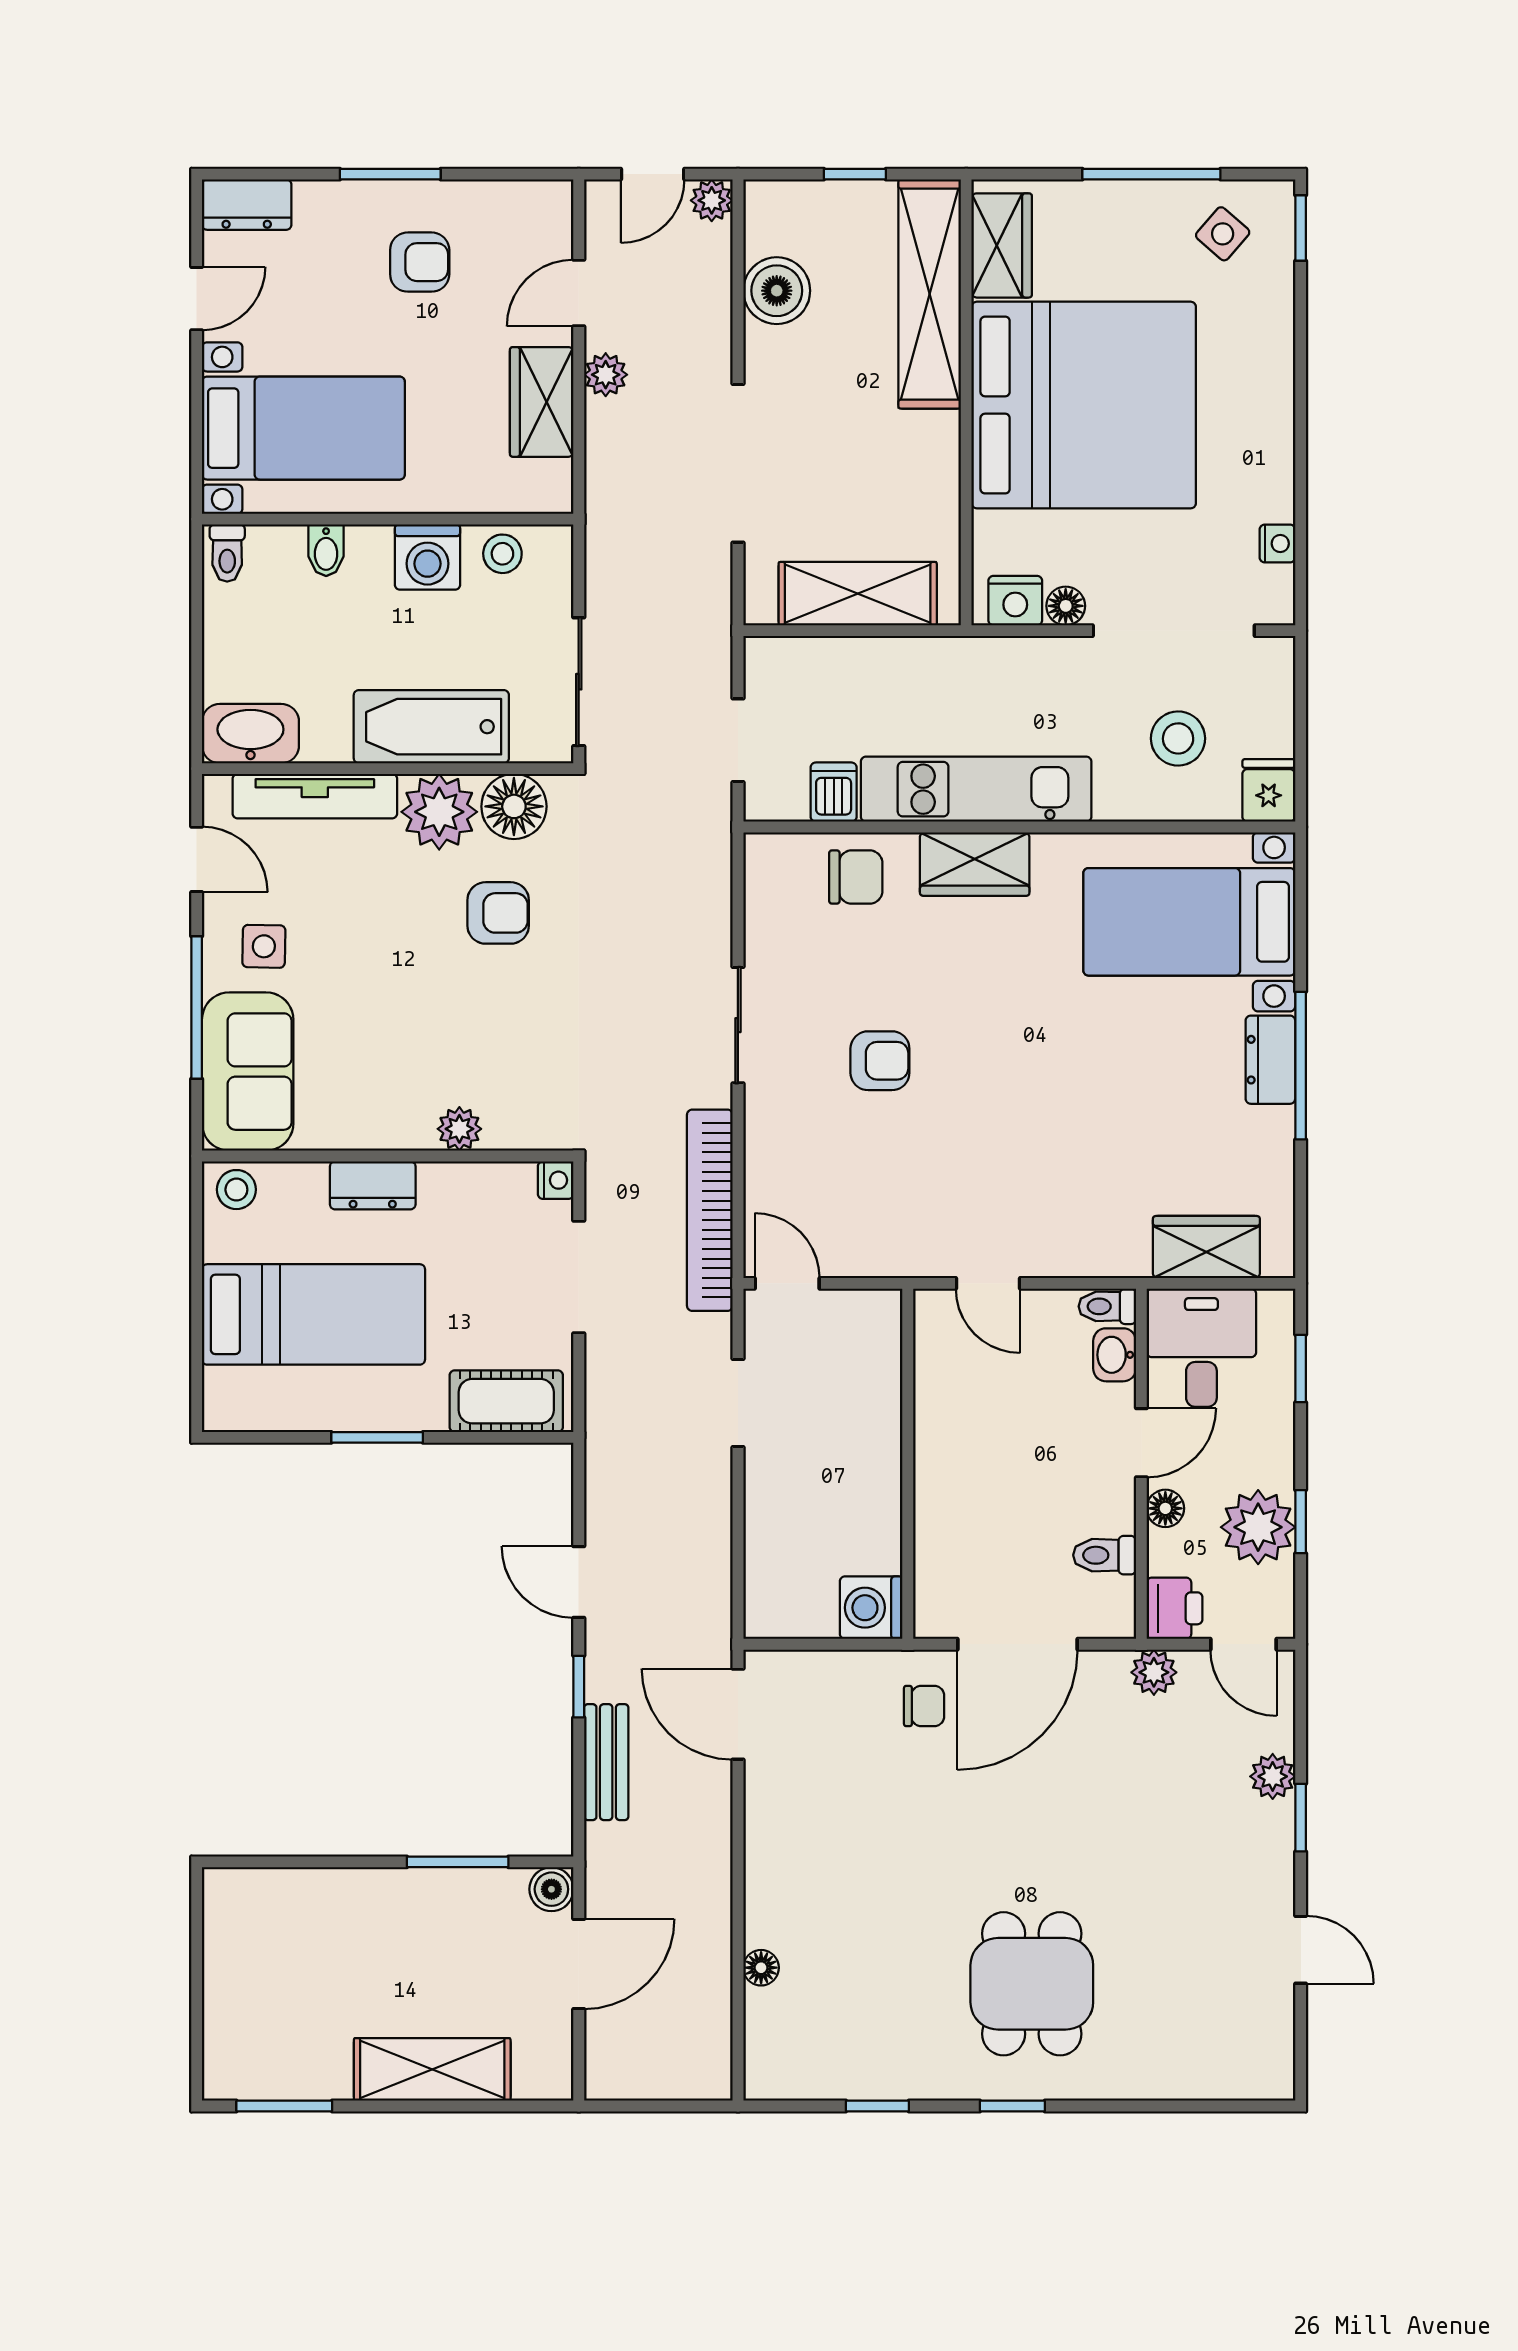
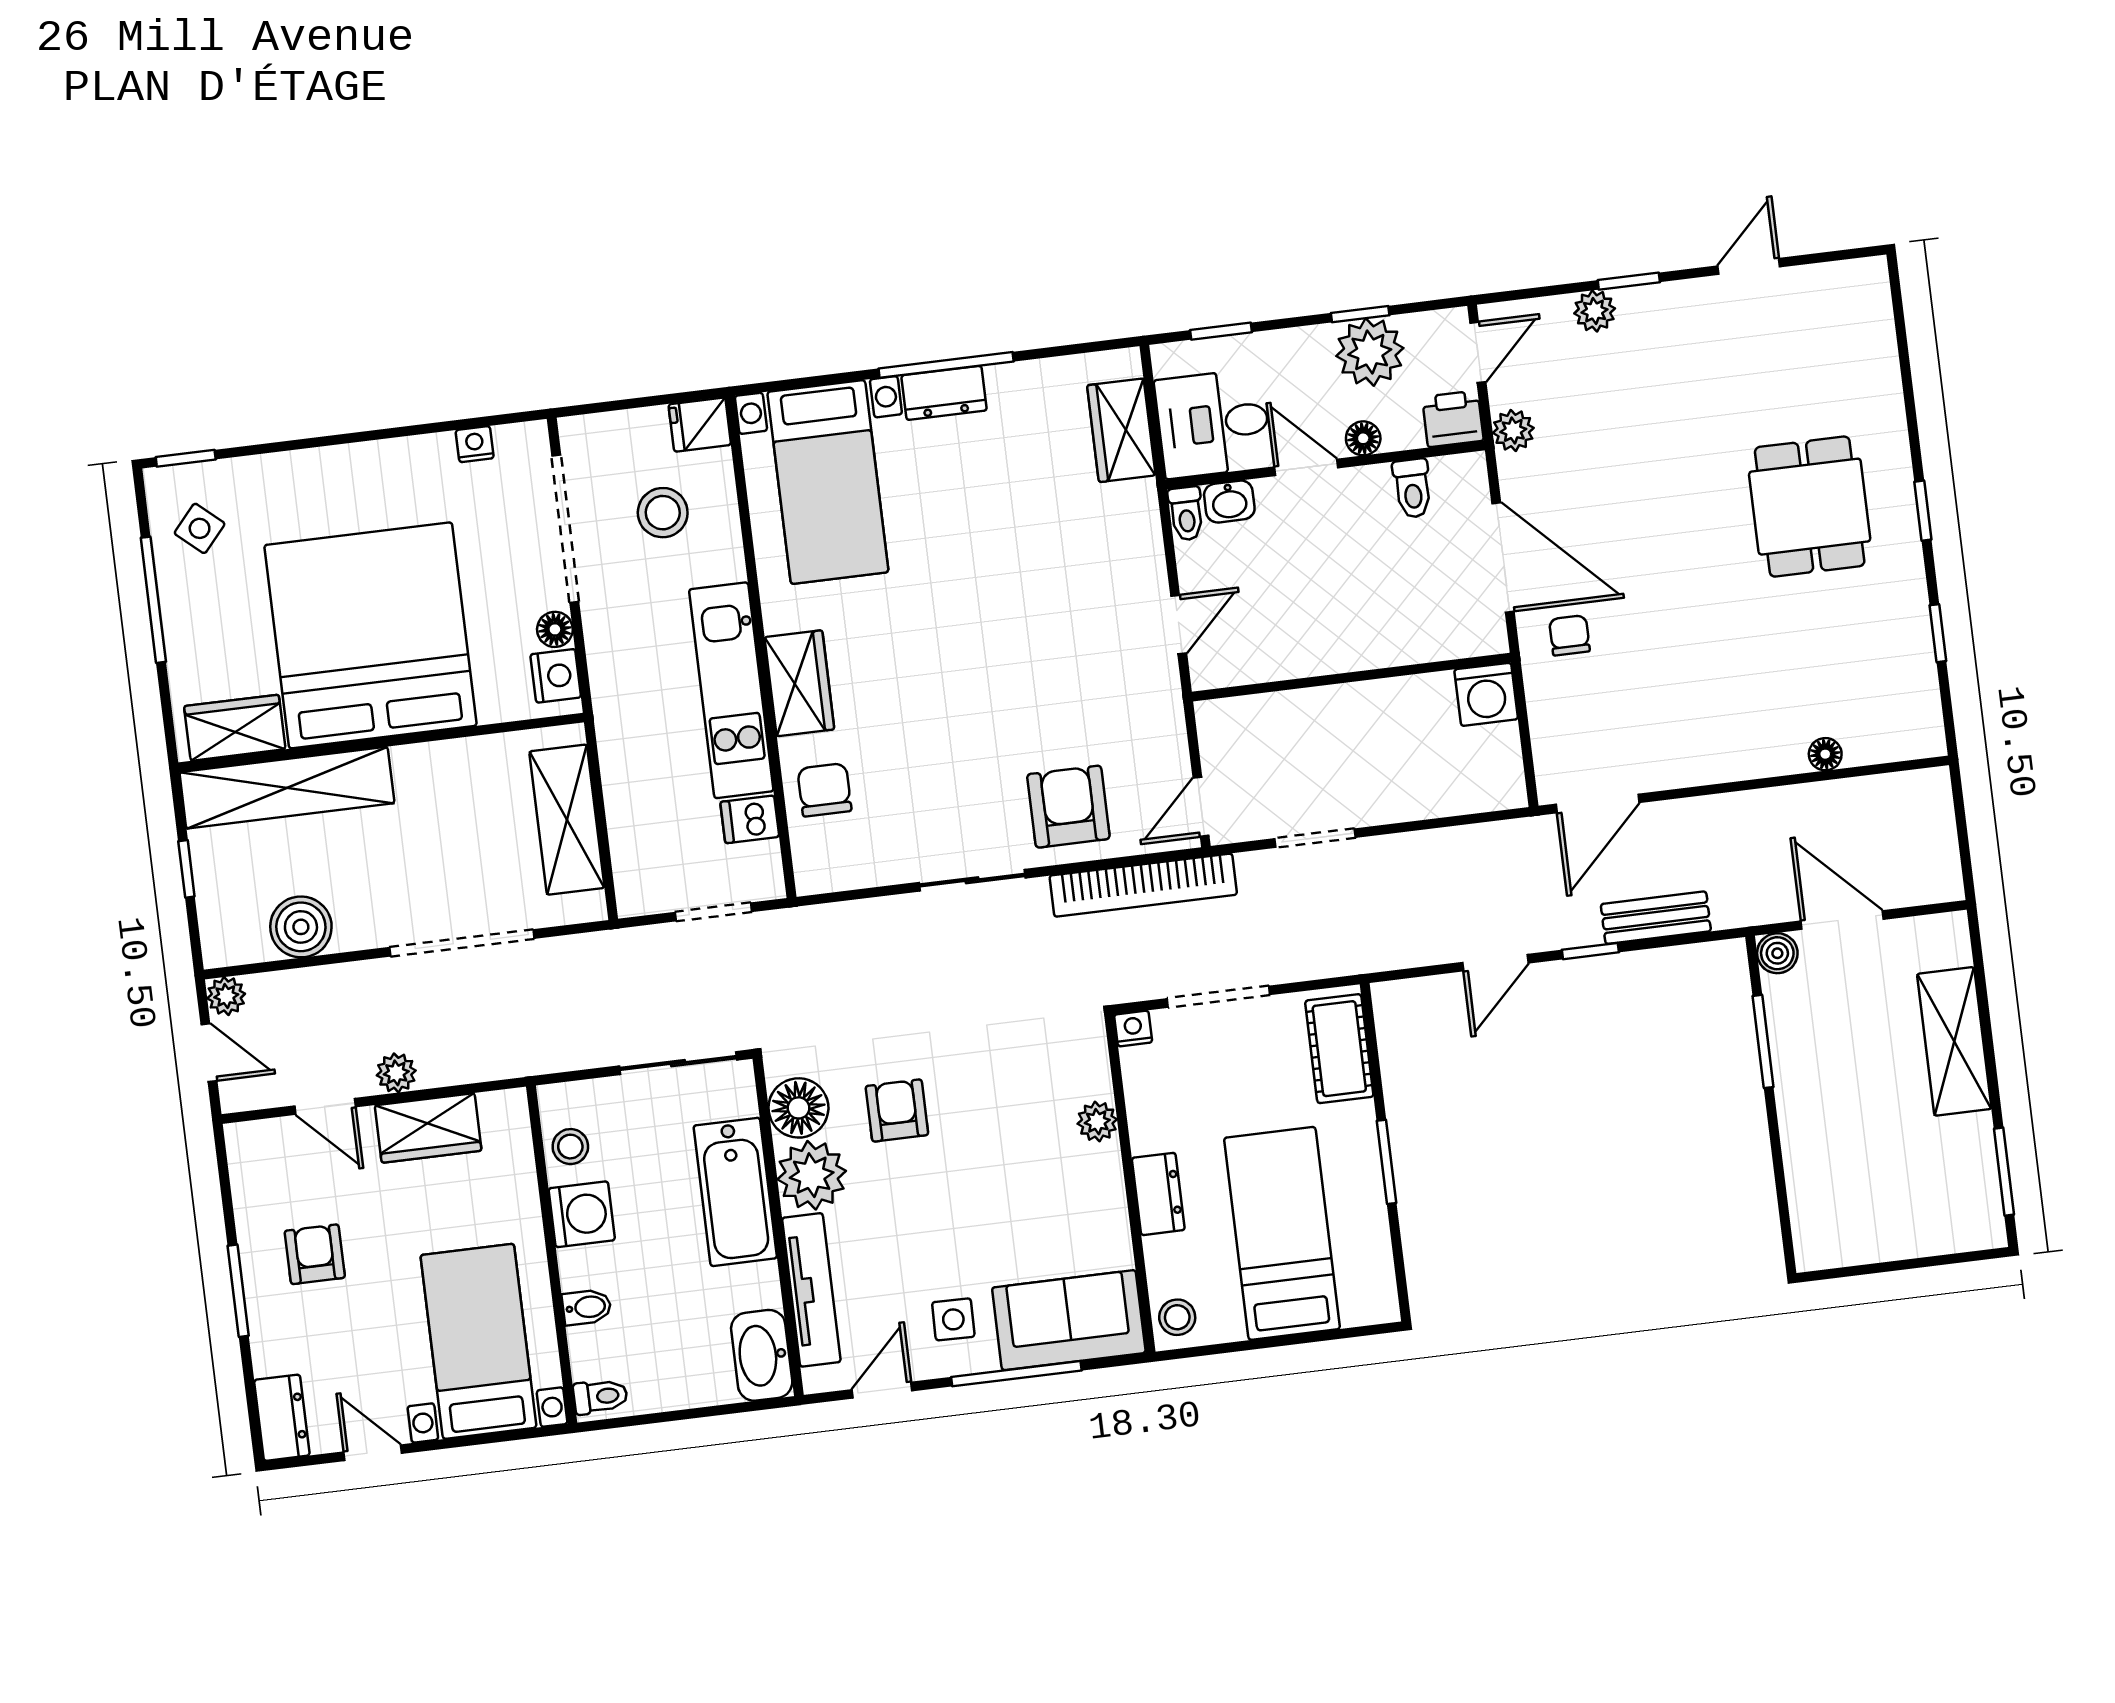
armchair: (880, 1061) -> (1068, 807), moved, width x1.38, depth x1.38
dining table: (1032, 1984) -> (1810, 507), turned 90

